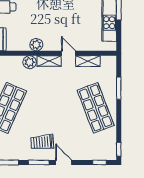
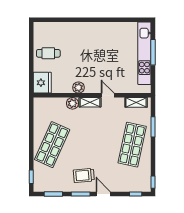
shelving: (88, 61) -> (136, 102), moved
shop shelf: (96, 108) -> (132, 145), turned 33

